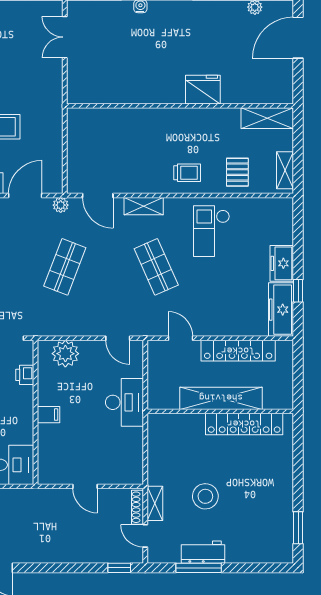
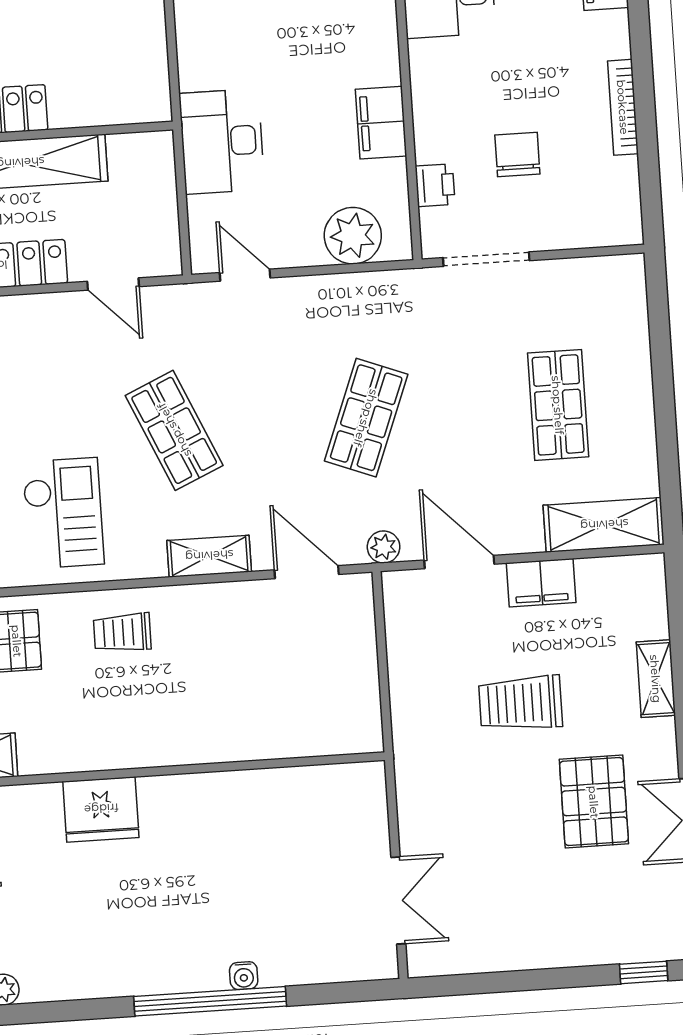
door: (25, 196) -> (459, 562), swing flipped
filing cabinet: (48, 415) -> (381, 123), width x2.00

